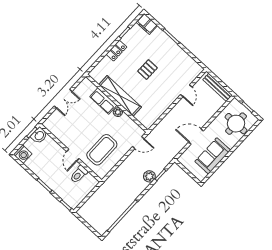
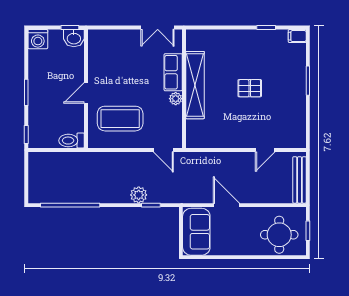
filing cabinet: (147, 24) -> (297, 36), width x0.50
locker: (116, 51) -> (239, 37), removed
double door: (63, 99) -> (158, 28), moved
sofa: (213, 156) -> (196, 232), moved, turned 90
toilet: (79, 174) -> (72, 141), moved

